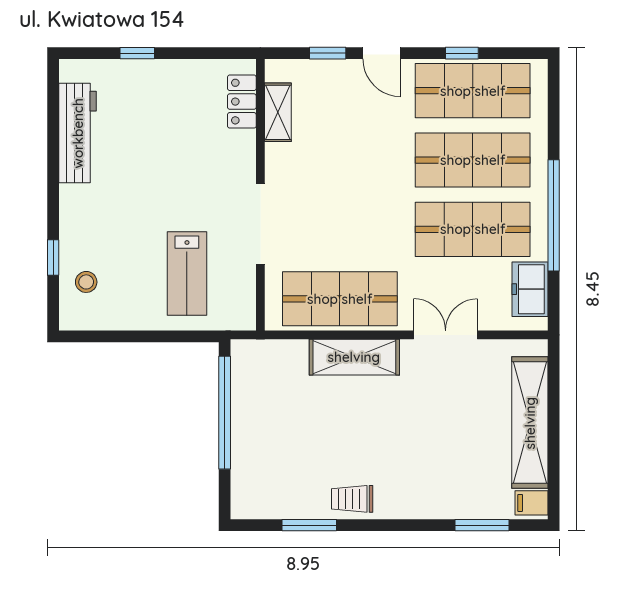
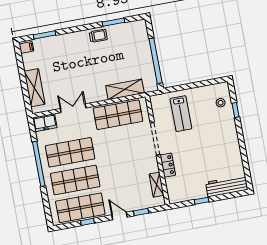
window: (137, 53) -> (202, 201), moved
locker: (242, 102) -> (168, 165), moved
workbench: (78, 133) -> (227, 186), moved, turned 90
lab bench: (187, 273) -> (181, 114), turned 180
freezer: (530, 289) -> (45, 123), moved, turned 90
double door: (446, 335) -> (73, 108), swing flipped
shelving: (354, 357) -> (125, 89), moved
shelving: (530, 423) -> (34, 88), width x0.68

